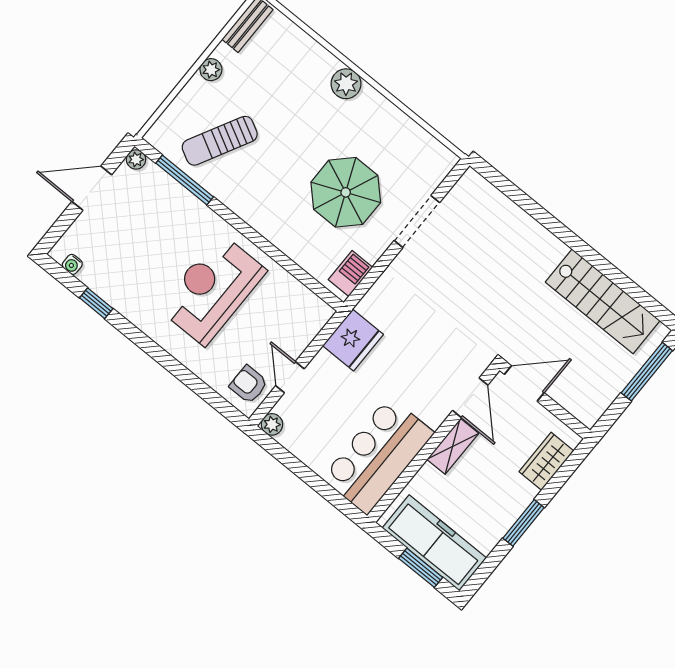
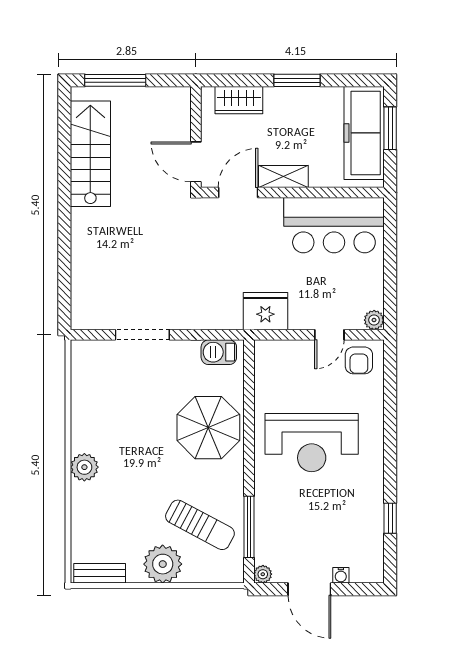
plant: (211, 70) -> (163, 564), width x1.88, depth x1.88
parasol: (346, 192) -> (208, 428), moved
water cooler: (72, 264) -> (341, 575), moved, turned 90

